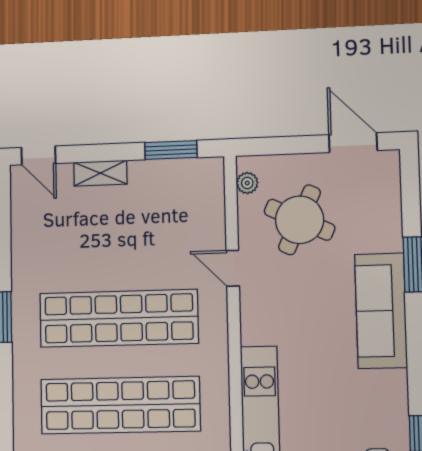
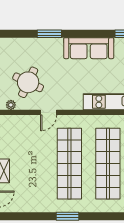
sofa: (381, 311) -> (89, 48), moved

